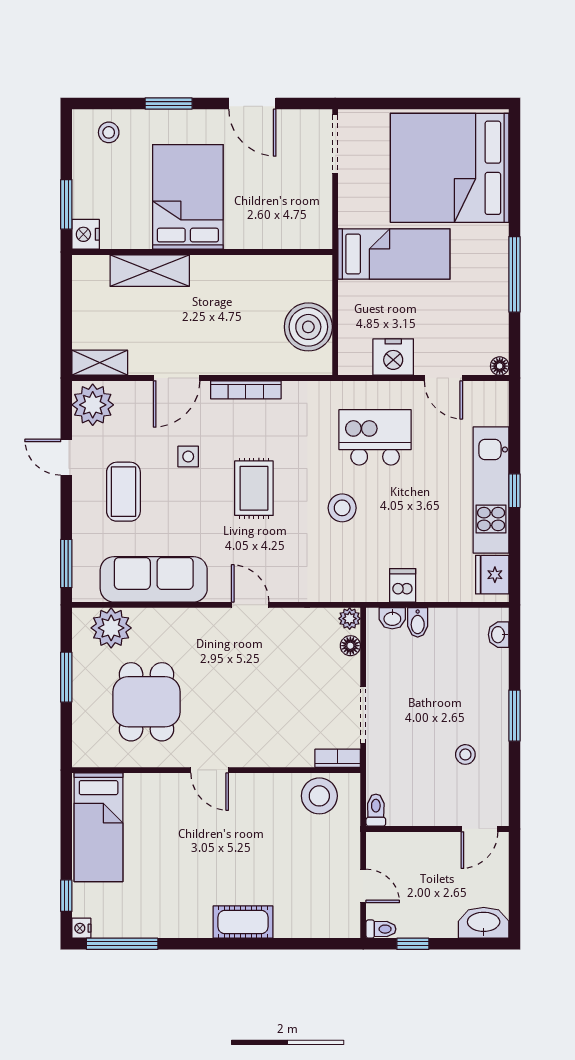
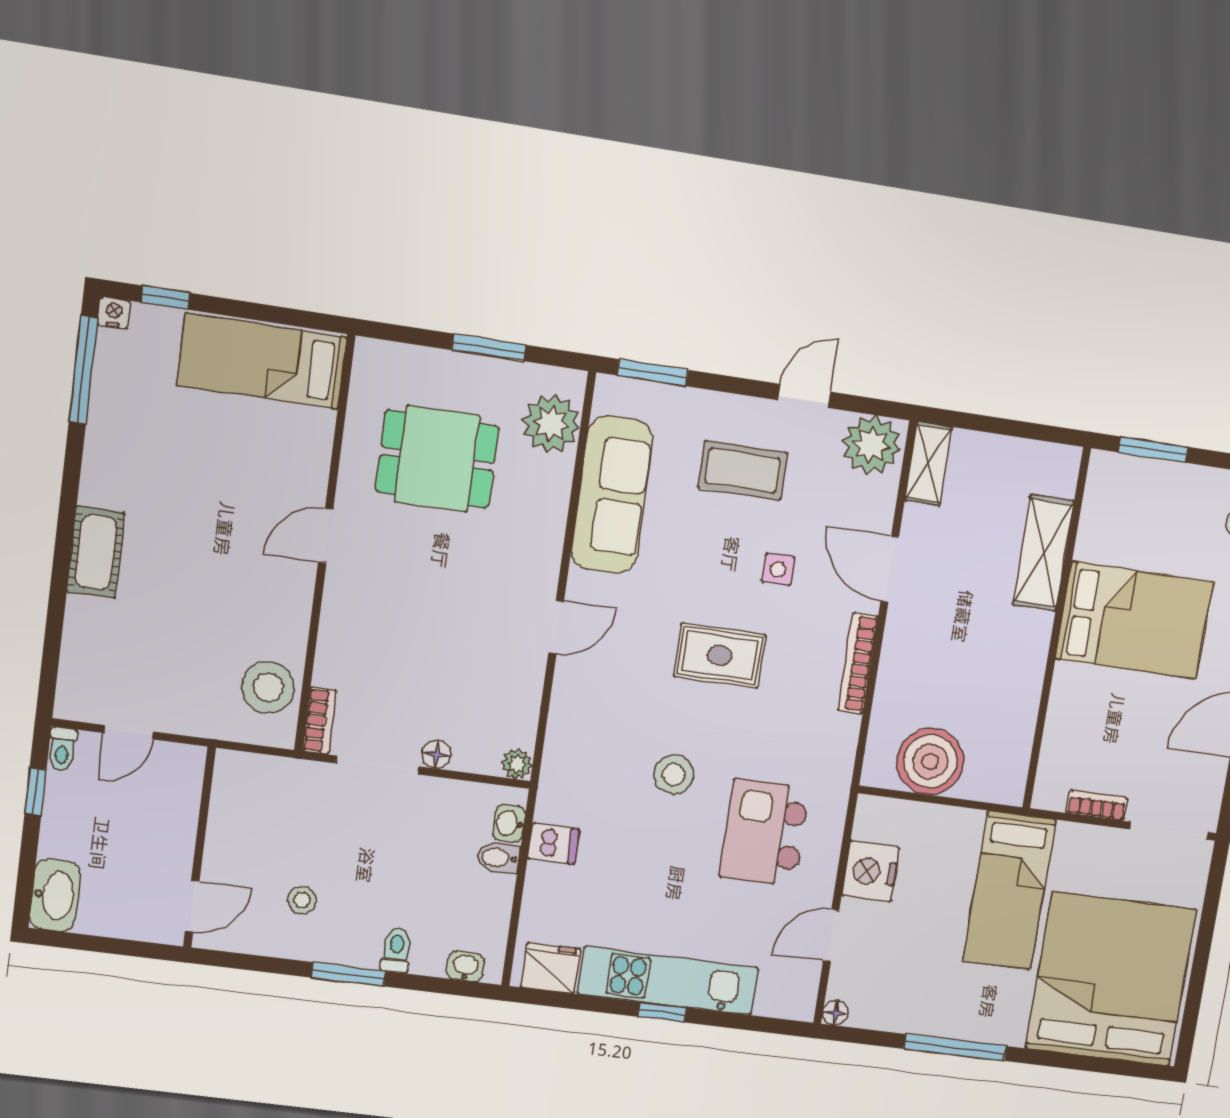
bookcase: (324, 201) -> (1097, 805), added
nightstand: (86, 234) -> (1108, 471), removed
kitchen island: (375, 437) -> (765, 832), turned 180
floor lamp: (350, 646) -> (436, 754), moved
toilet: (376, 810) -> (396, 950), moved, turned -90
door: (480, 829) -> (192, 906), swing flipped

